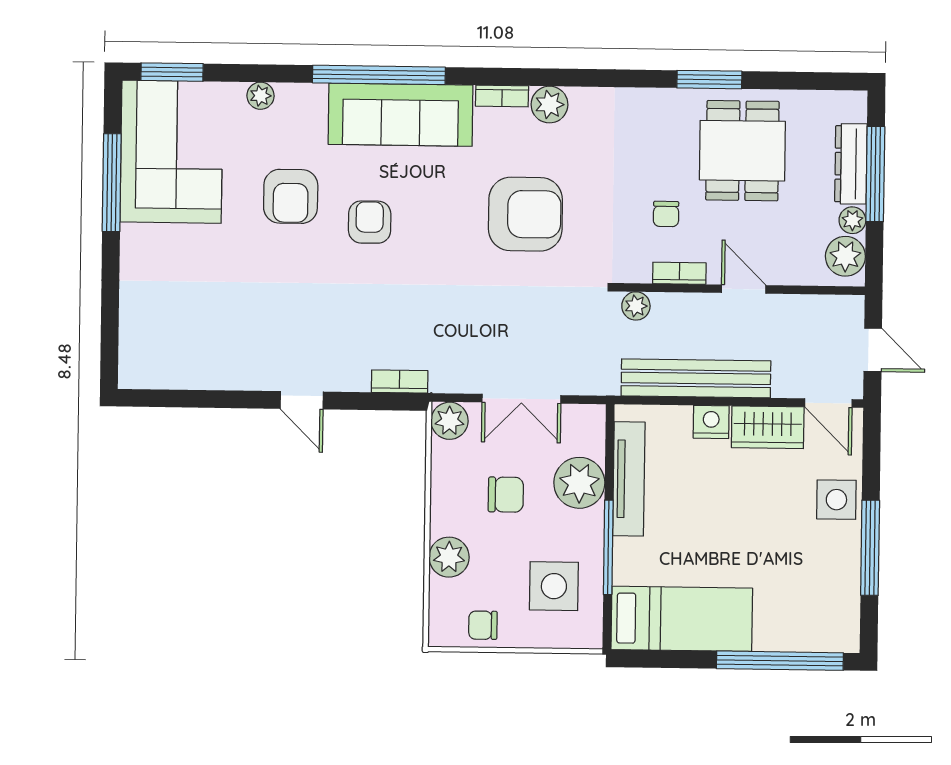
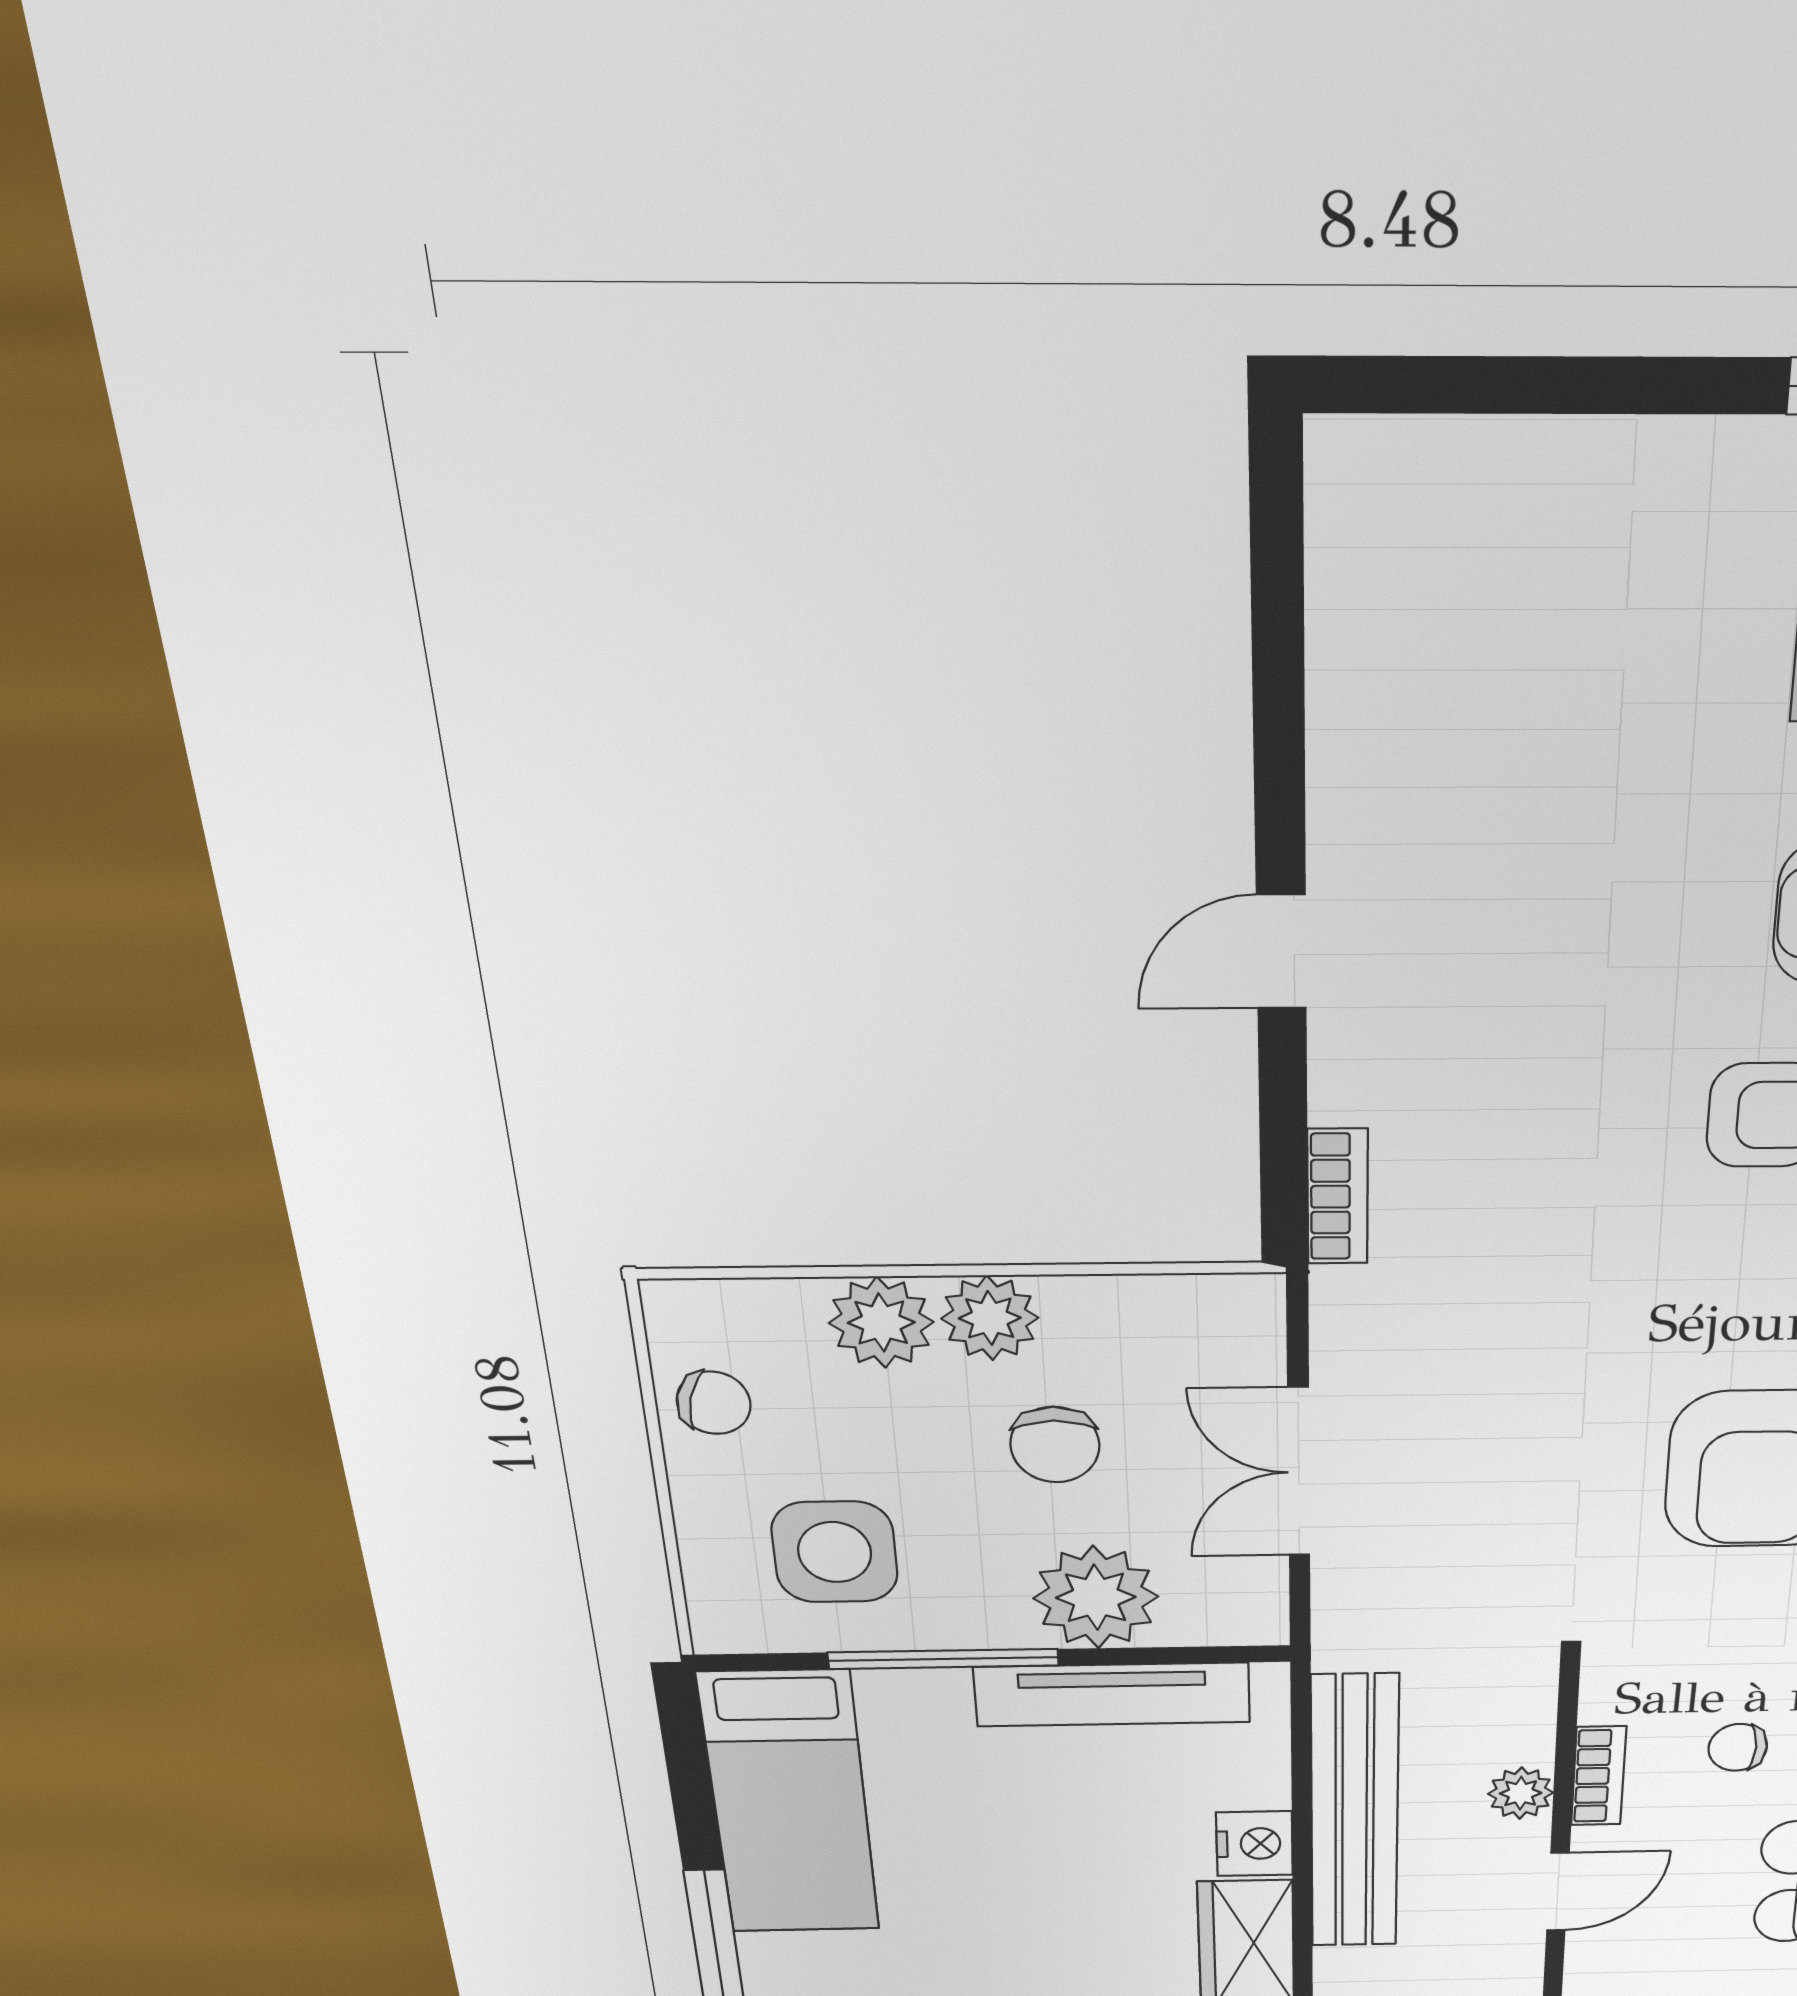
plant: (636, 306) -> (1521, 1793), moved
plant: (450, 421) -> (990, 1318), moved
chair: (483, 625) -> (714, 1403), turned 105

